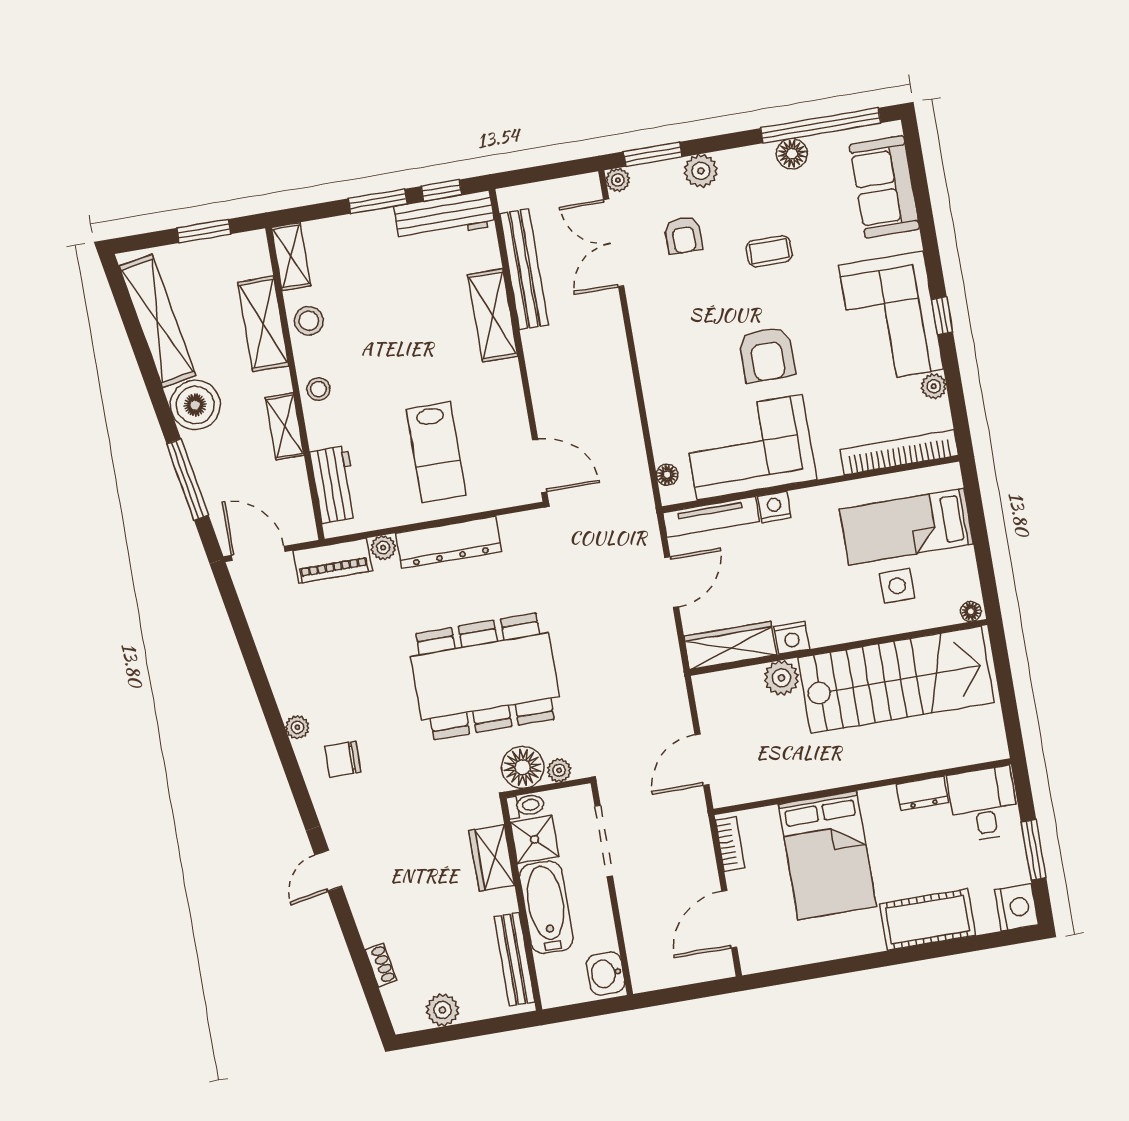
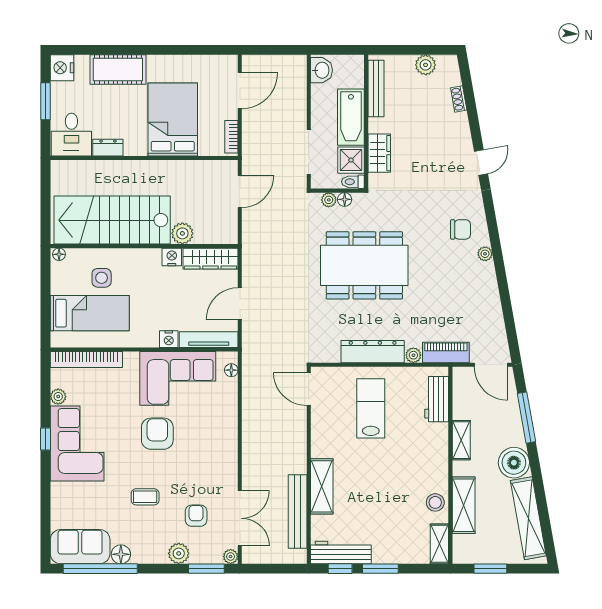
sofa: (884, 187) -> (80, 547), moved, turned -90
stool: (318, 389) -> (437, 459), removed
floor lamp: (523, 767) -> (345, 199), width x0.53, depth x0.53

